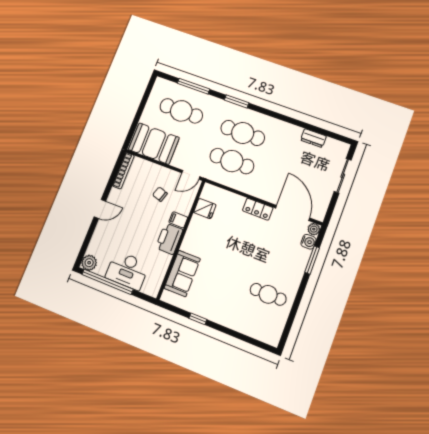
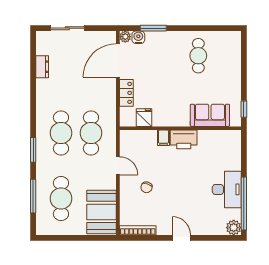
fridge: (205, 209) -> (144, 118), moved
filing cabinet: (178, 220) -> (163, 138), moved
printer: (169, 239) -> (184, 139), moved
wall: (181, 240) -> (180, 128), moved
sofa: (182, 273) -> (210, 115), moved

